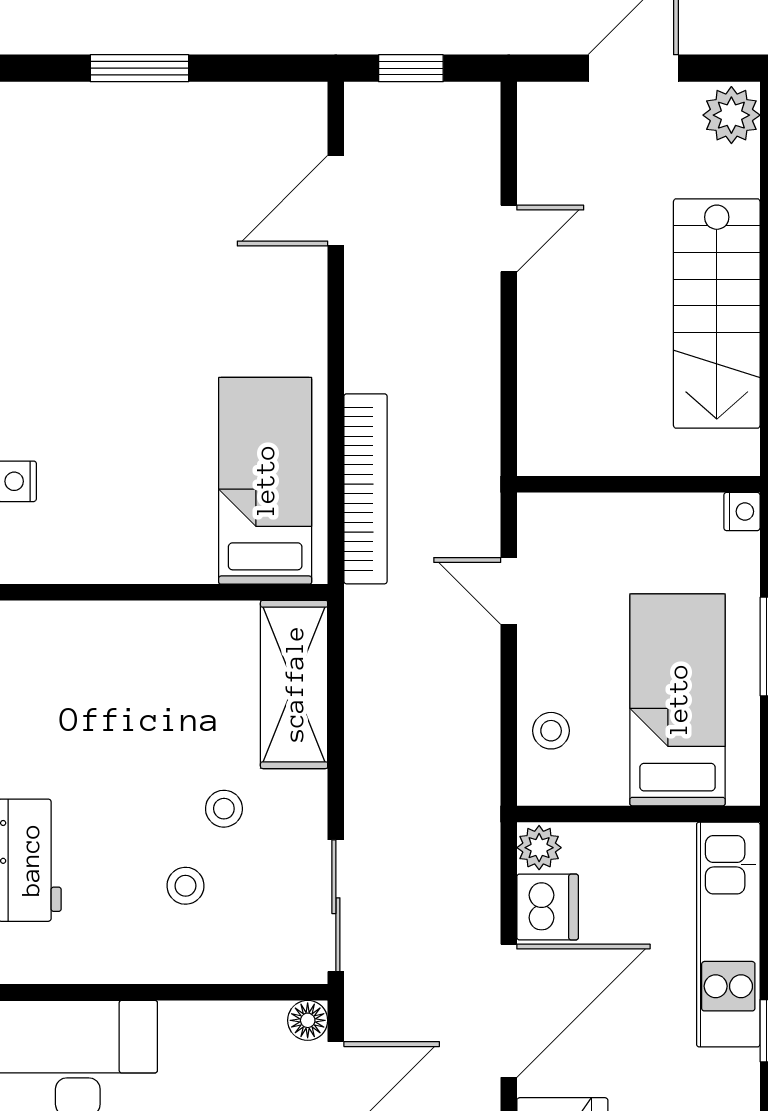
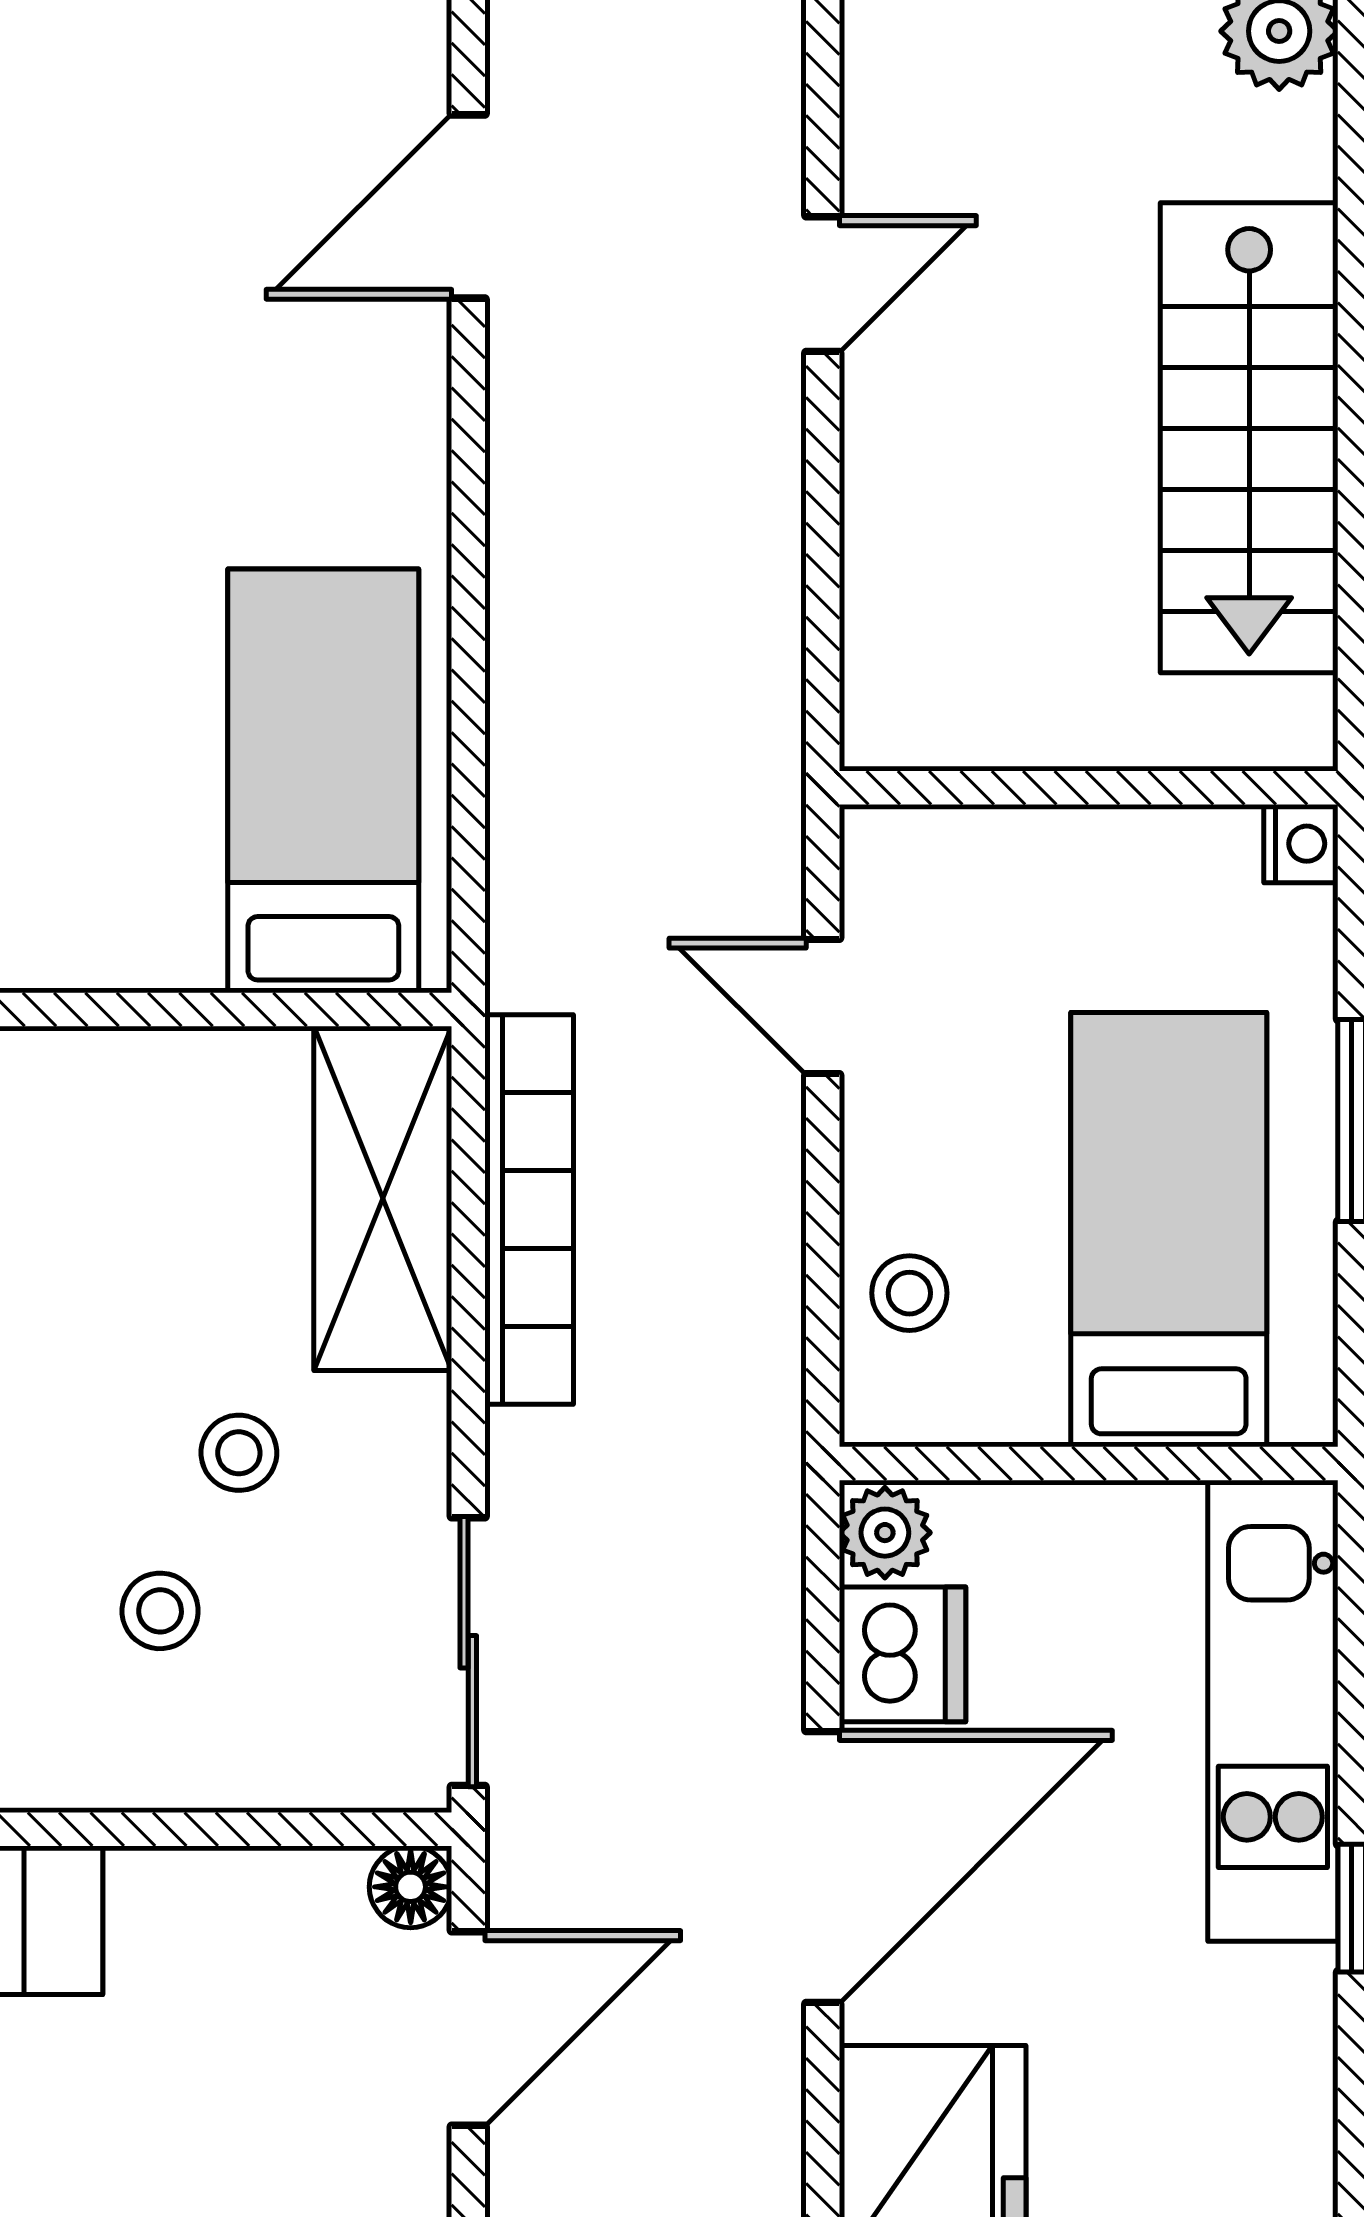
bookcase: (366, 489) -> (529, 1210), moved

